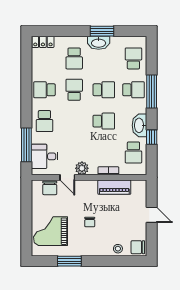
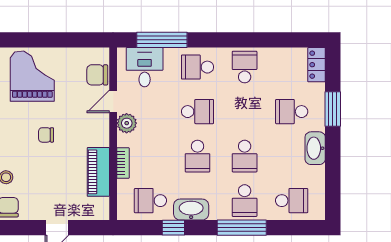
window: (102, 31) -> (333, 109), moved
school desk: (74, 90) -> (198, 112), moved

